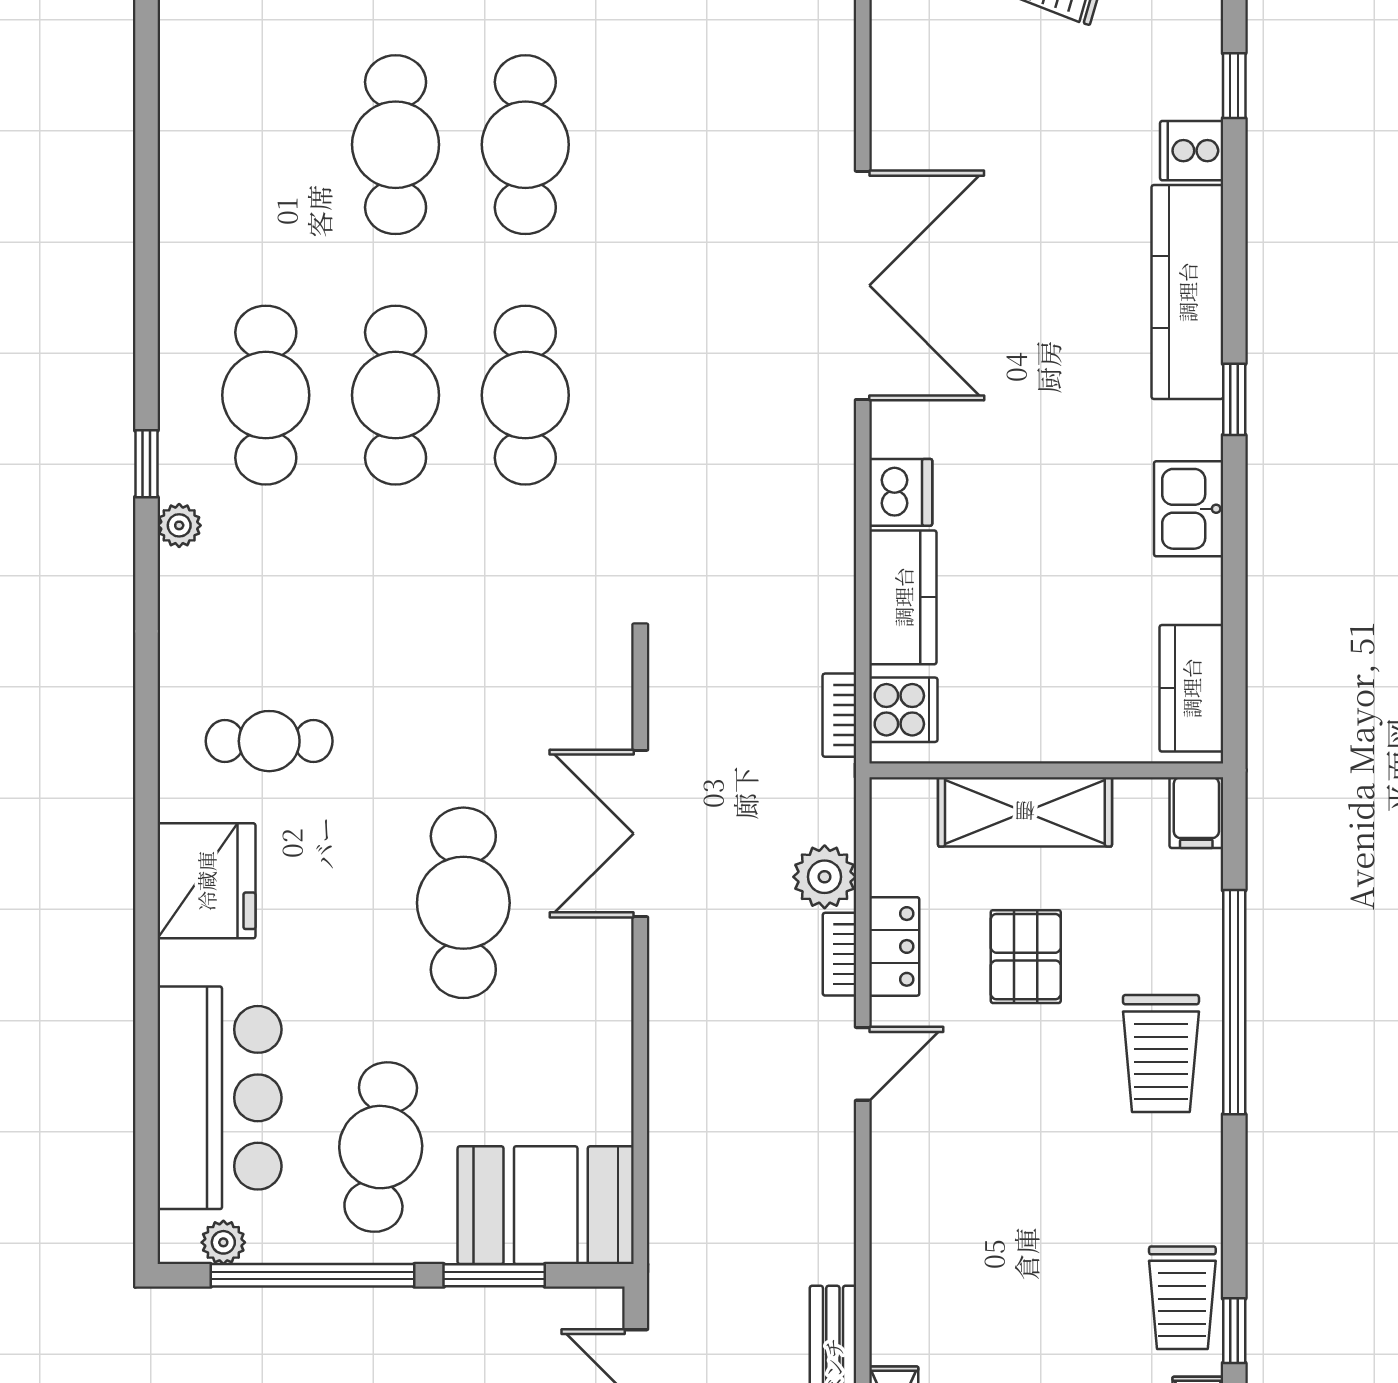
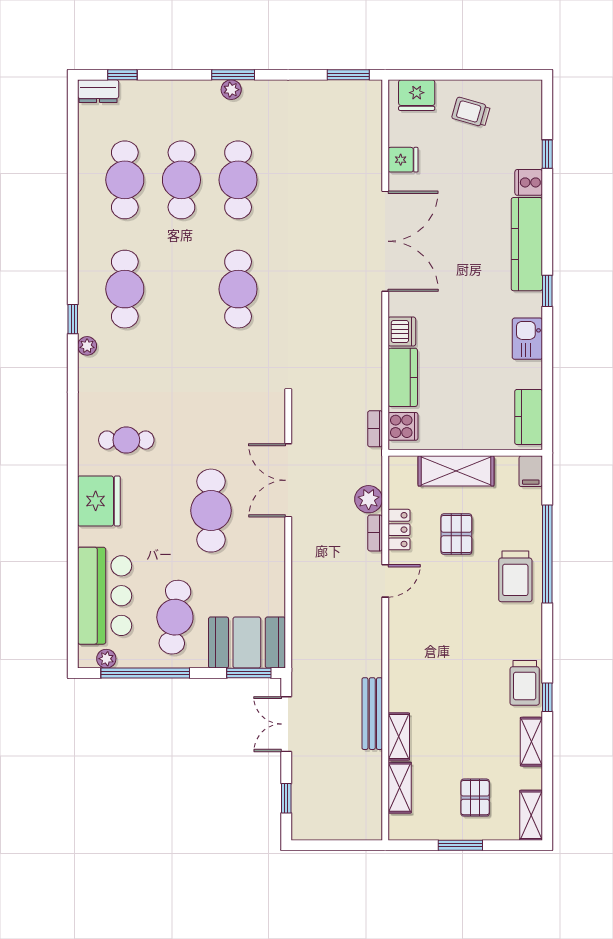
fridge: (904, 99) -> (403, 160), added
cafe table: (396, 395) -> (125, 180), moved
window: (494, 1275) -> (249, 673), moved

